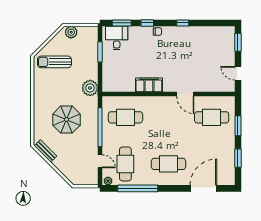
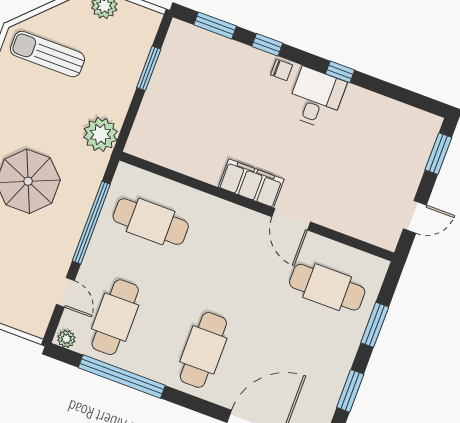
desk: (117, 38) -> (316, 98), moved
door: (238, 73) -> (415, 217), swing flipped
filing cabinet: (149, 85) -> (251, 183), moved
cafe table: (169, 164) -> (203, 350), turned 90

